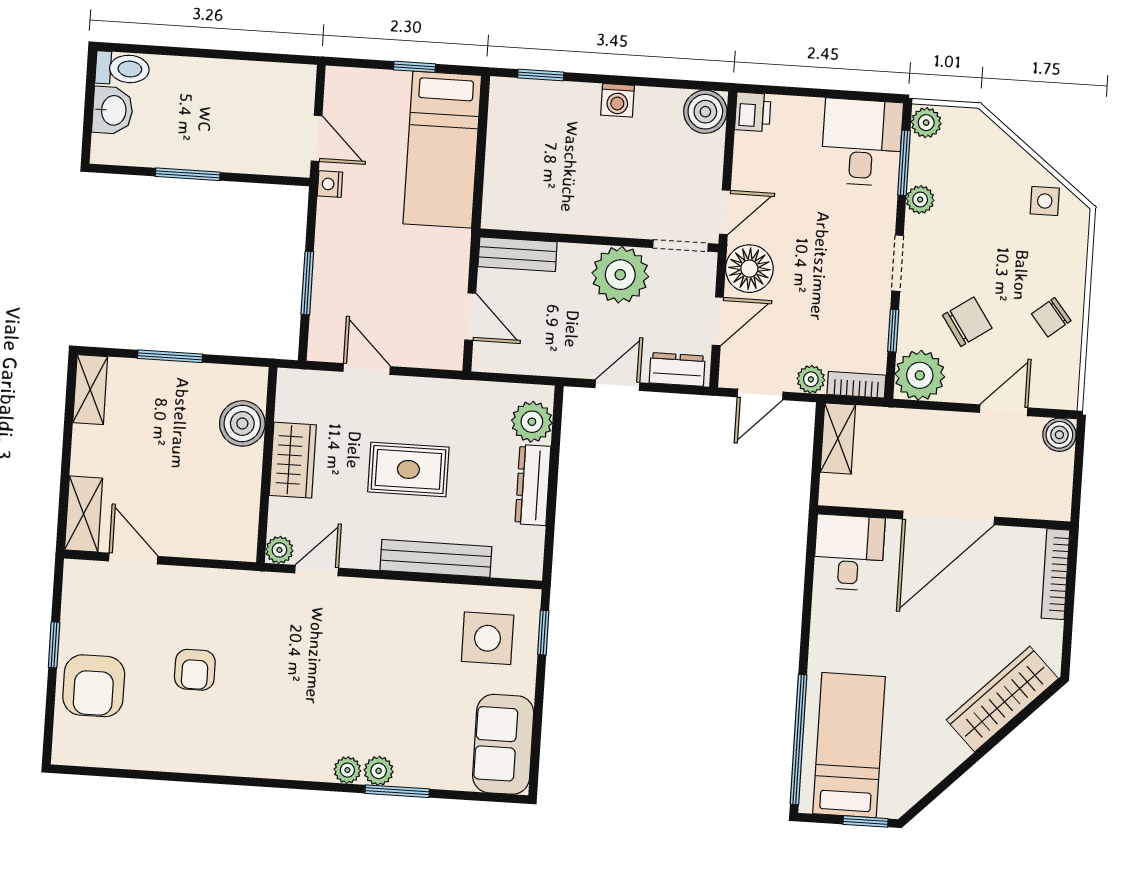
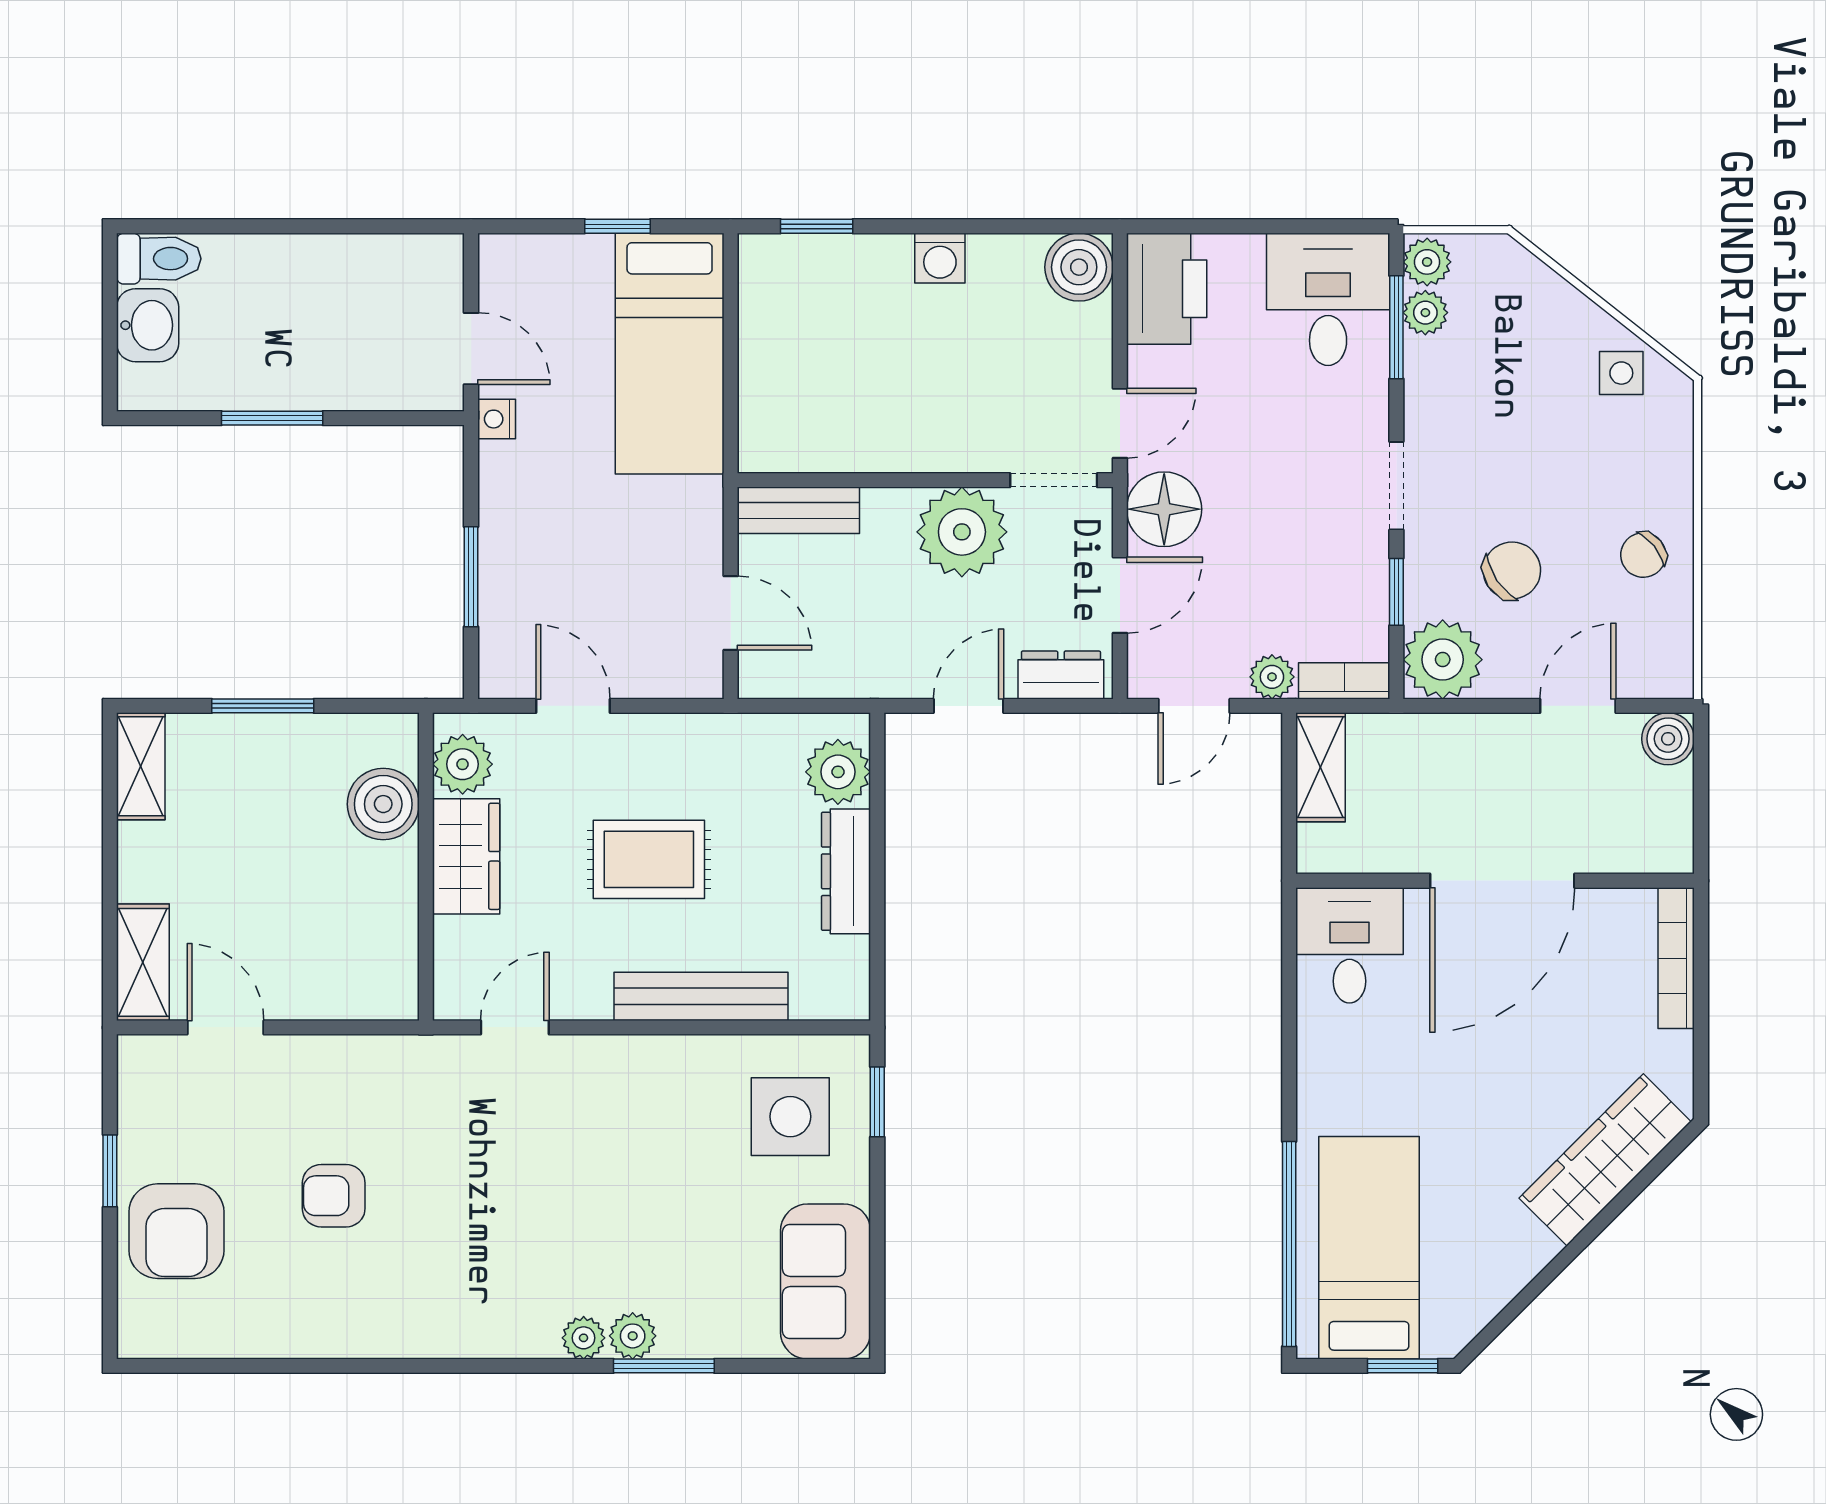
printer: (753, 112) -> (1167, 289), width x1.87, depth x1.48
plant: (920, 200) -> (1425, 313), moved
plant: (279, 550) -> (463, 764), moved, width x1.38, depth x1.38
armchair: (195, 670) -> (334, 1196), turned 90

